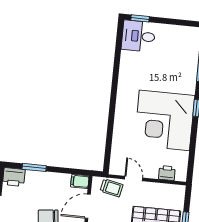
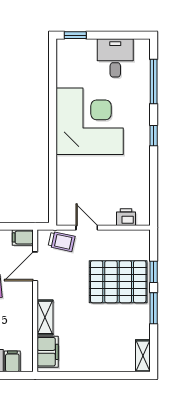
desk: (138, 36) -> (115, 58), moved, turned 90
corner desk: (164, 120) -> (90, 121), moved, turned 180

